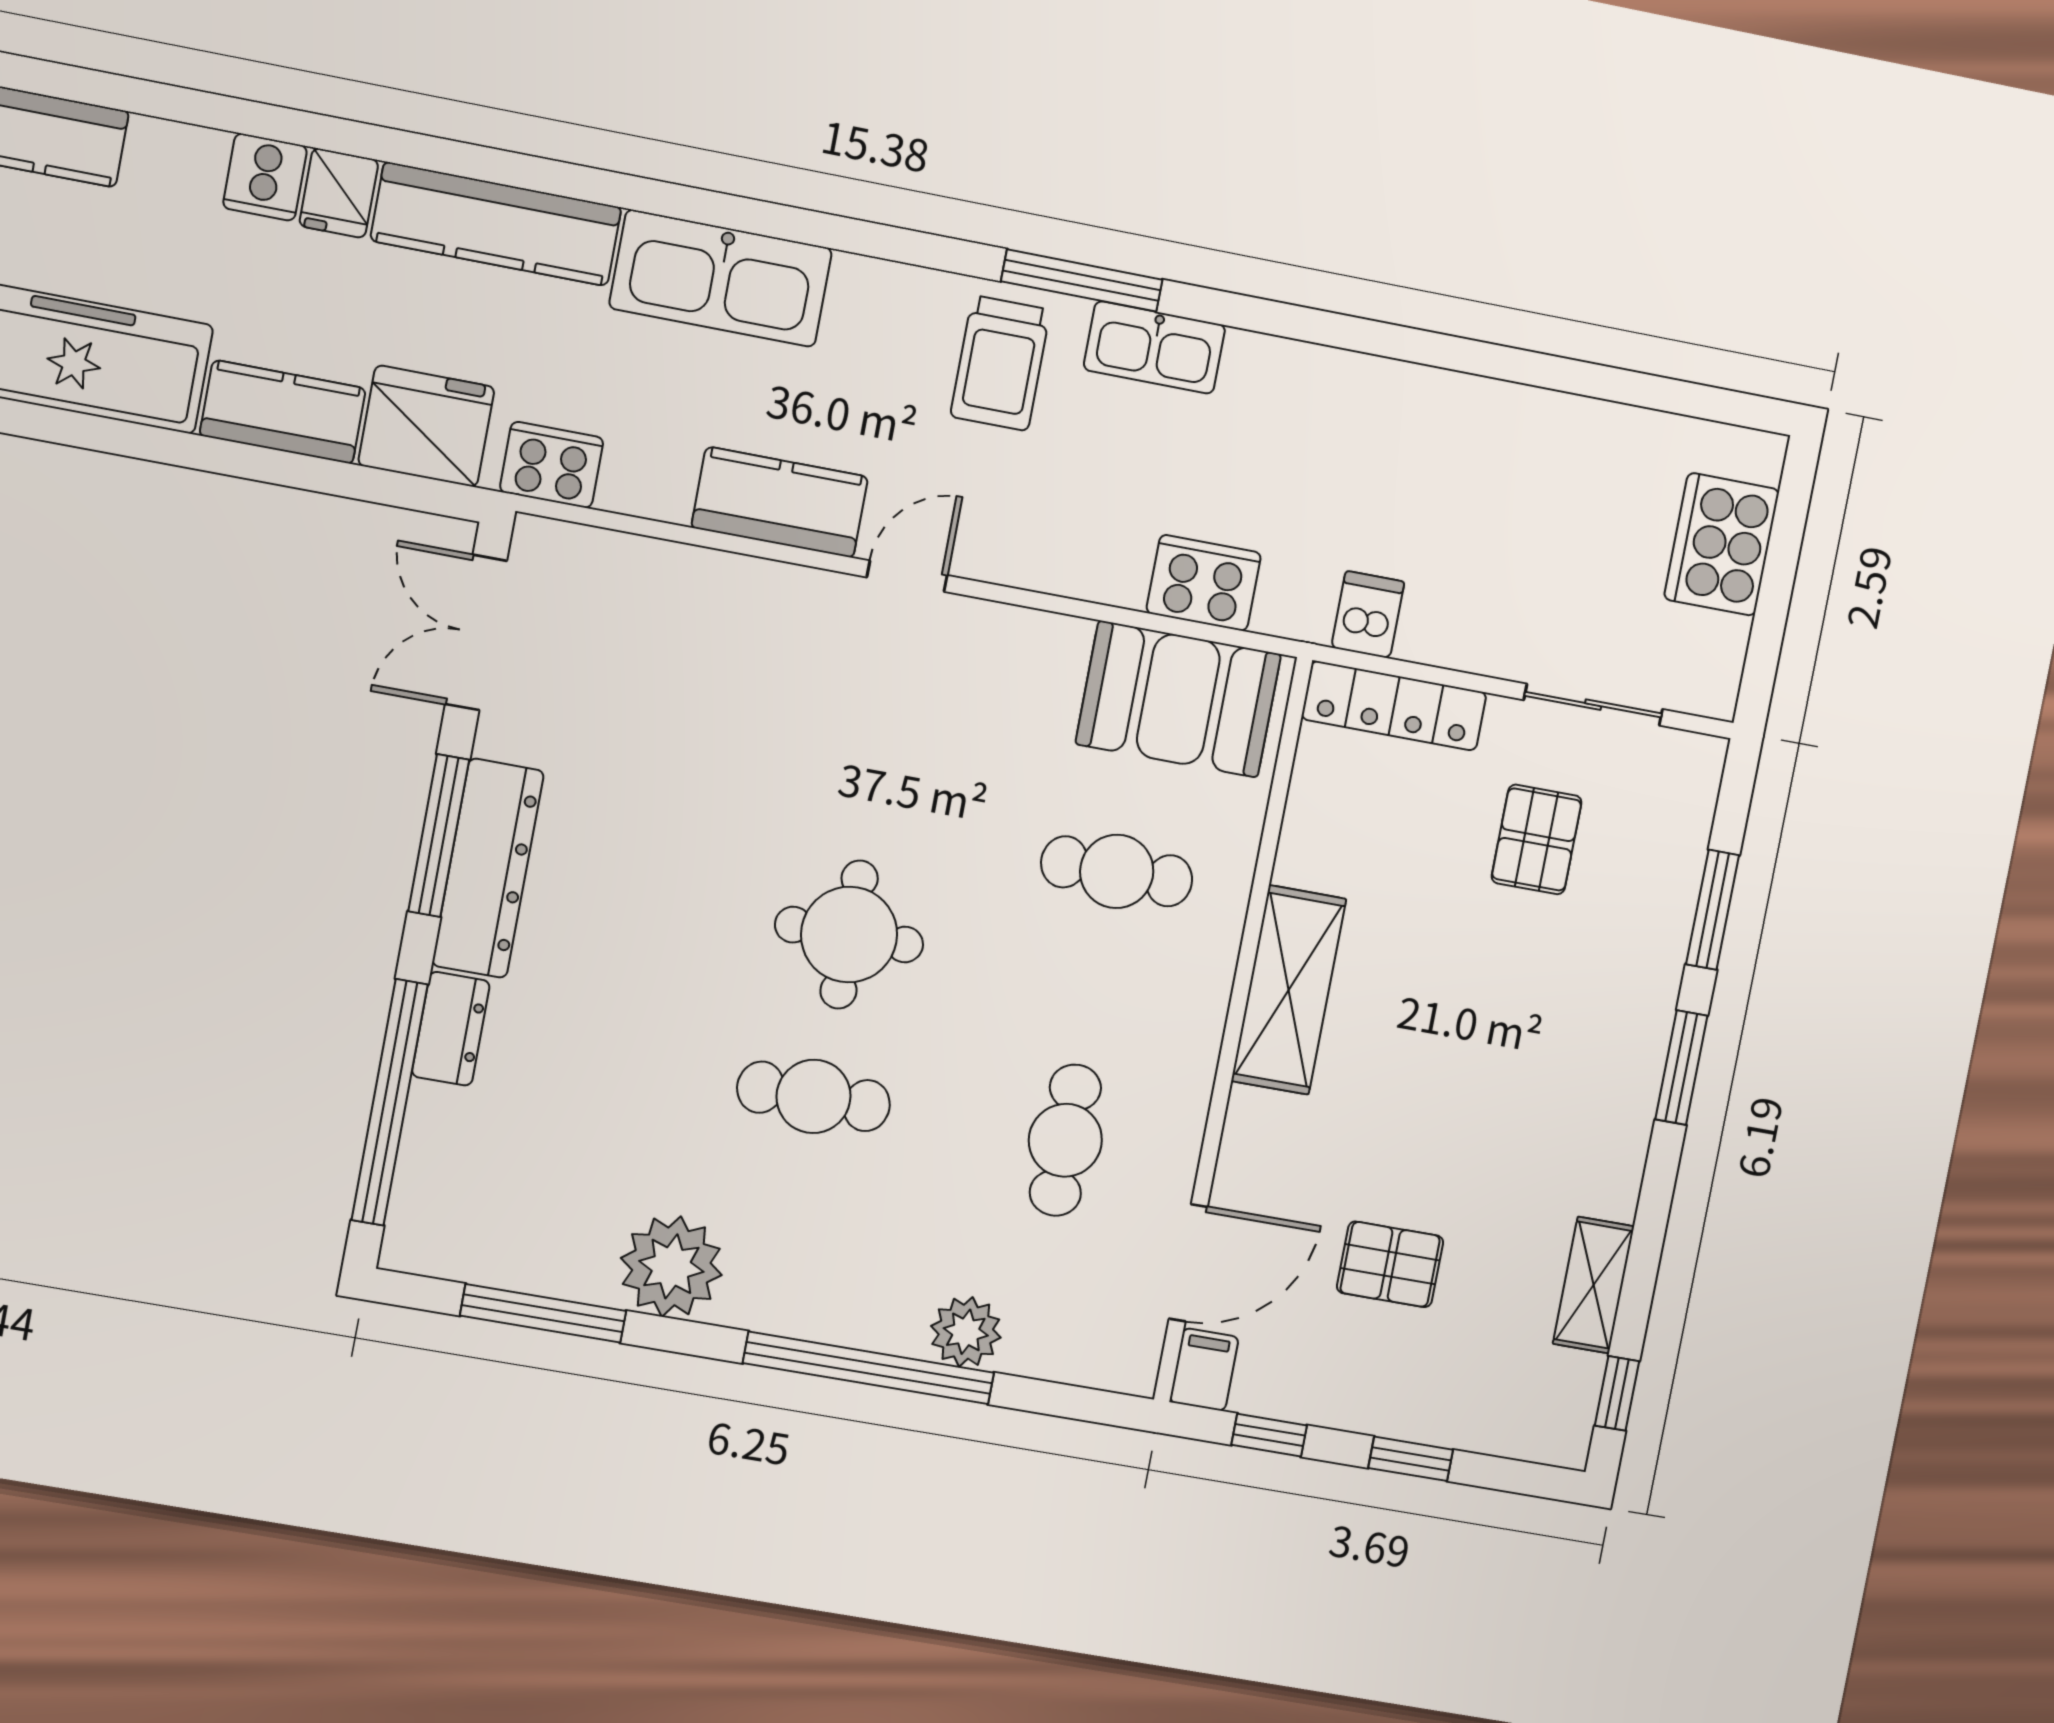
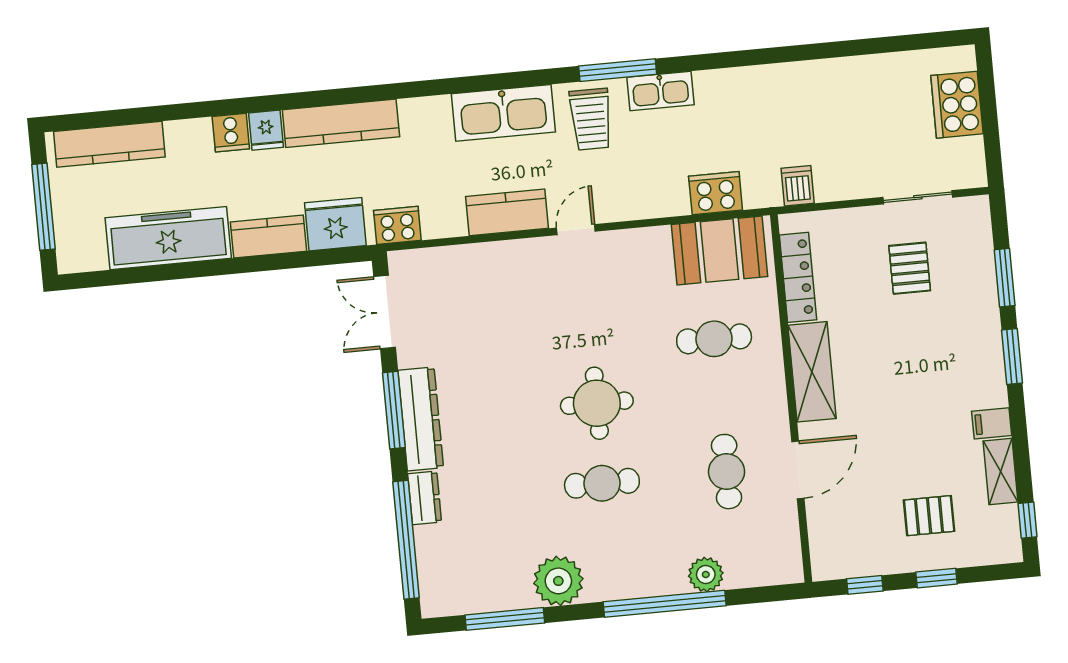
kitchen sink: (721, 278) -> (503, 113), moved
locker: (1394, 706) -> (798, 277), moved, turned -90
door: (1188, 1263) -> (798, 470), moved
pallet: (1390, 1264) -> (929, 516), moved
filing cabinet: (1204, 1370) -> (992, 423), moved, turned -90

